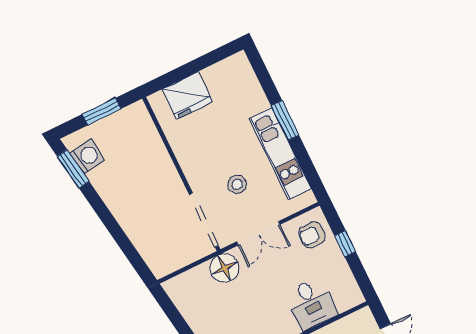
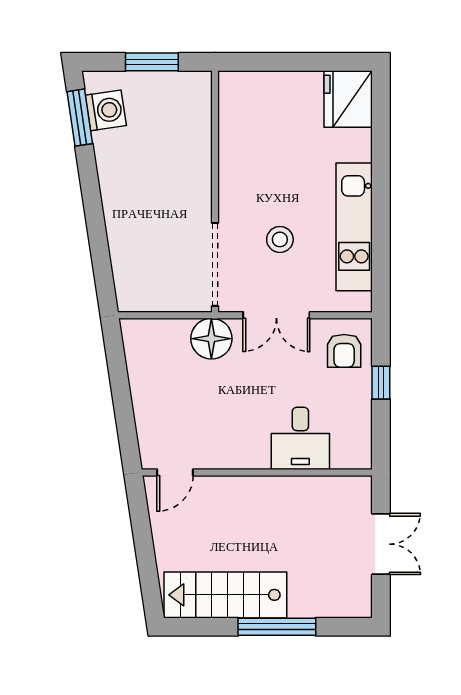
fridge: (187, 95) -> (348, 99), moved, turned 90
window: (285, 120) -> (381, 188), removed
armchair: (312, 235) -> (344, 351), turned -90

